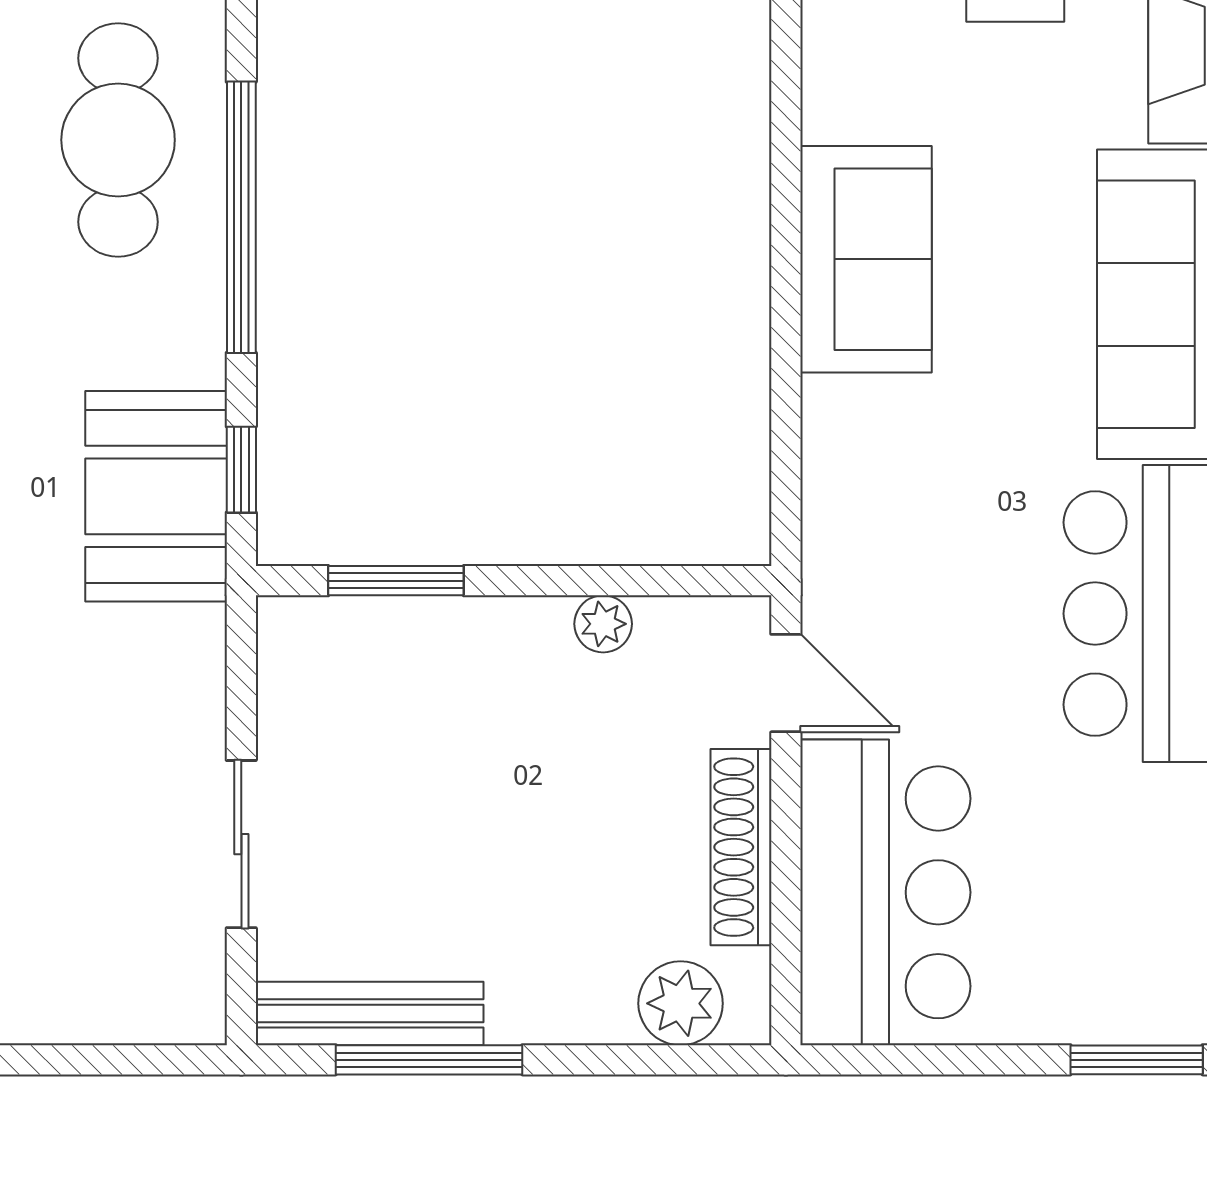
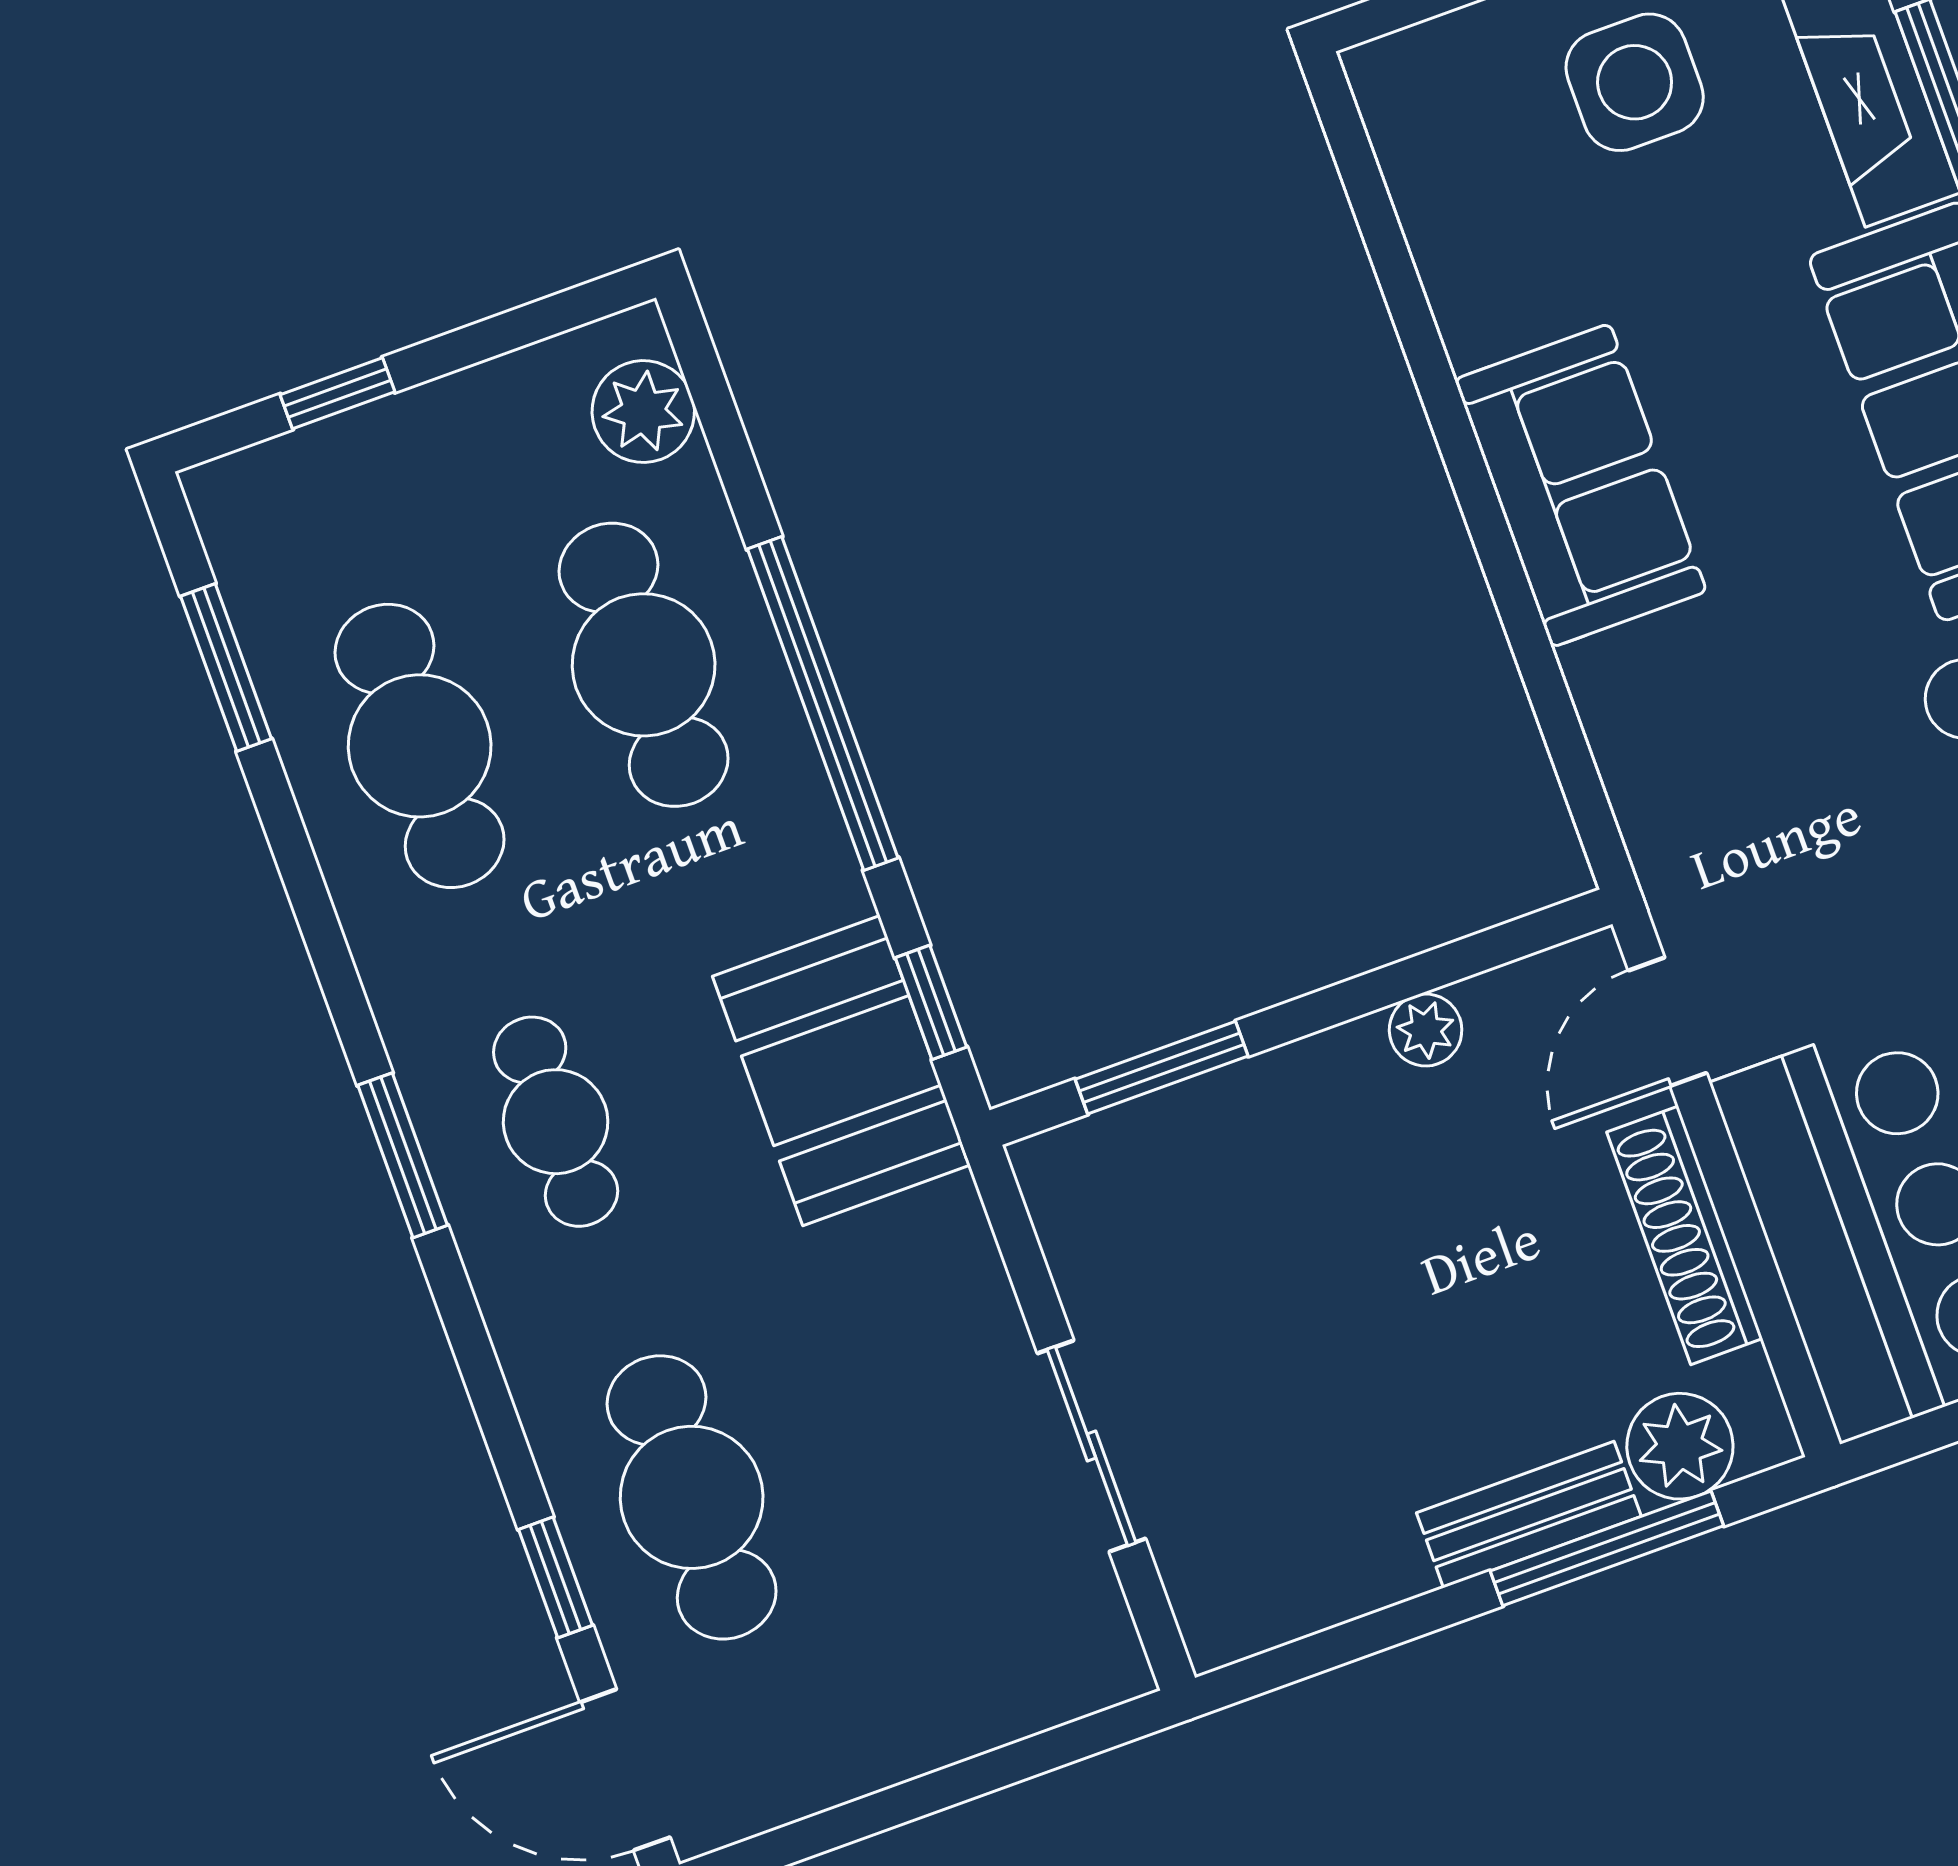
door: (786, 683) -> (1667, 1022), swing flipped
bench: (370, 1013) -> (1529, 1515), moved, width x0.73
window: (429, 1060) -> (1607, 1548), moved

